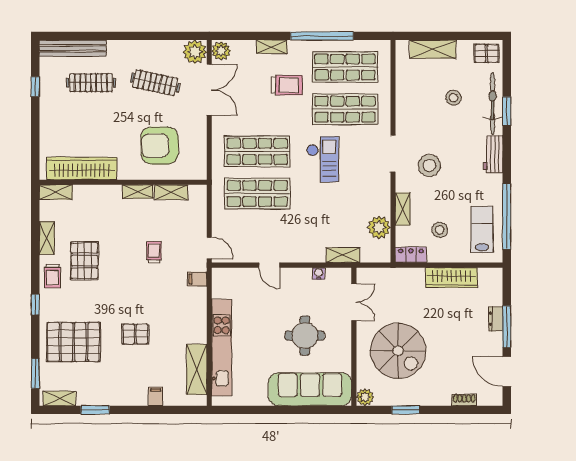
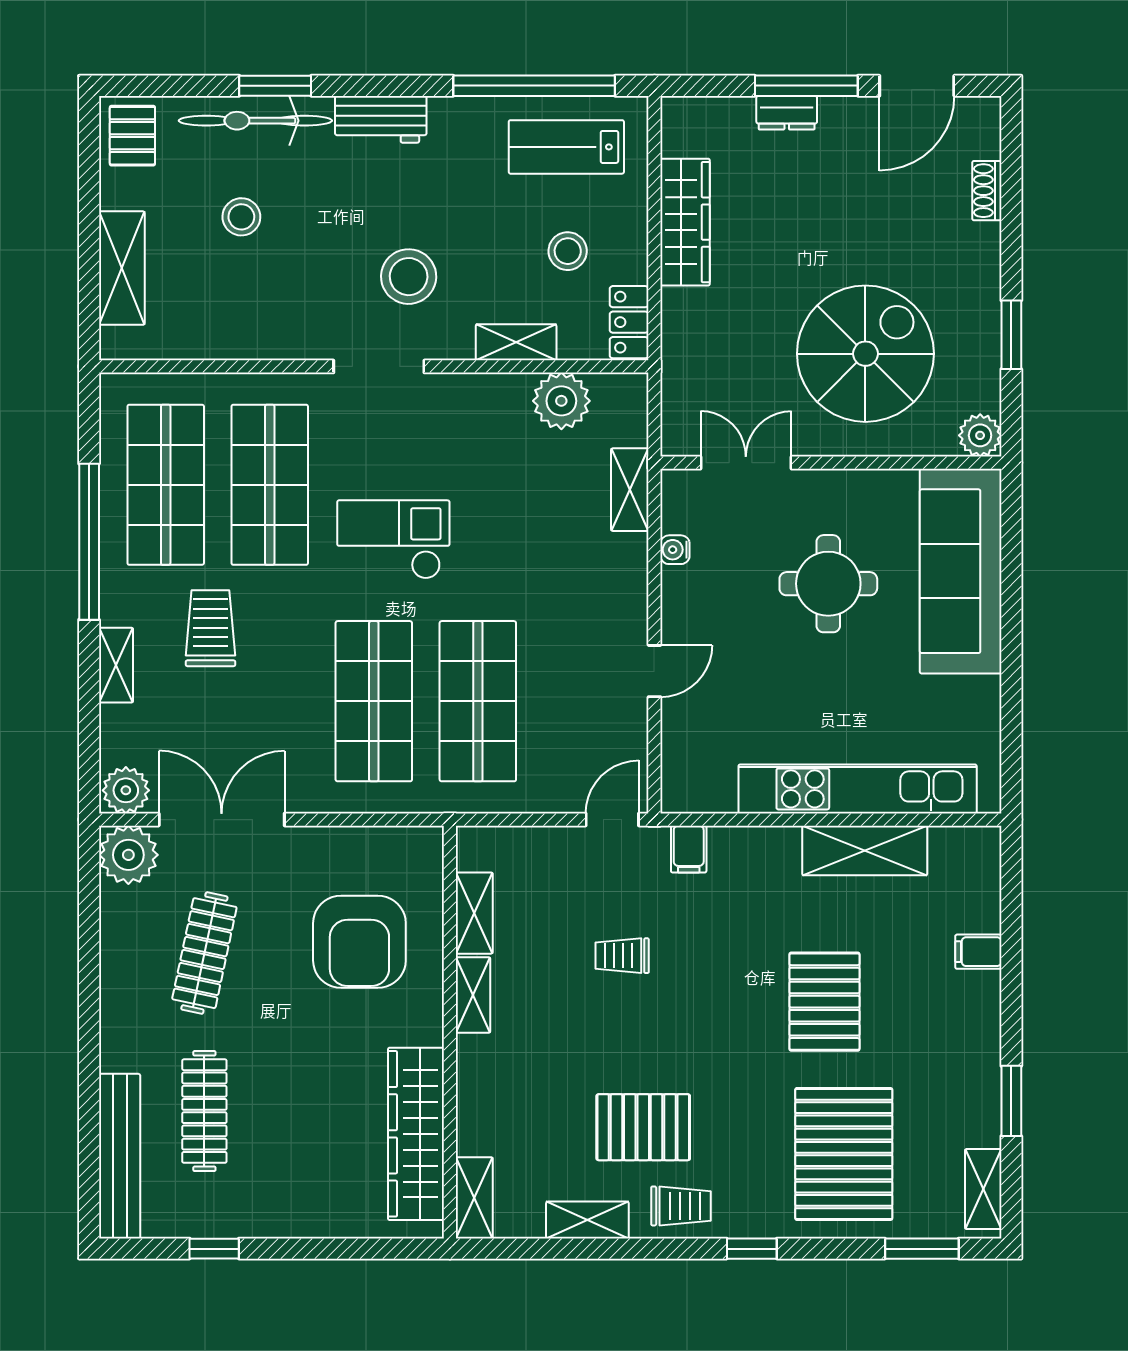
pallet: (135, 334) -> (824, 1002), width x1.50, depth x1.42
shelving: (197, 369) -> (865, 851), moved

